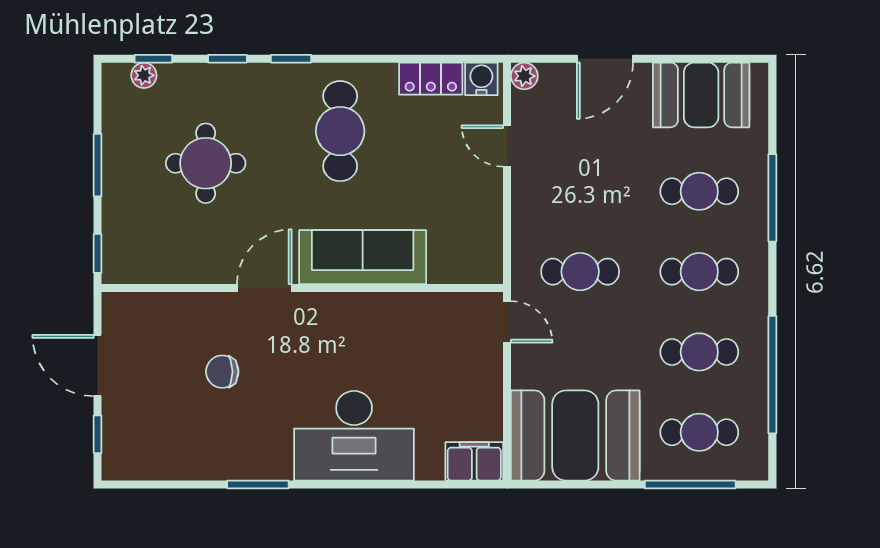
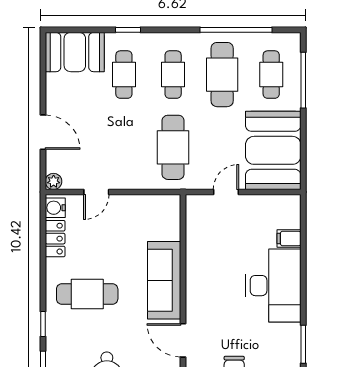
booth: (701, 95) -> (75, 52), moved, turned 90
window: (772, 198) -> (128, 30), width x0.46
cafe table: (580, 272) -> (173, 147), width x1.37, depth x1.35
door: (507, 322) -> (226, 192), moved
cafe table: (699, 352) -> (222, 75), width x1.37, depth x1.35
filing cabinet: (474, 461) -> (289, 239), moved, width x0.50

